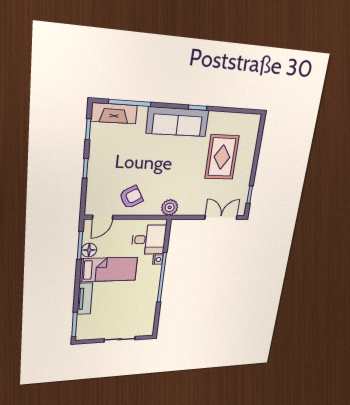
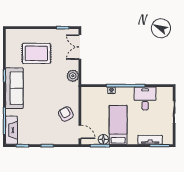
plant: (170, 207) -> (73, 76), moved
desk: (149, 240) -> (145, 99), moved
tv unit: (85, 299) -> (150, 140), moved

